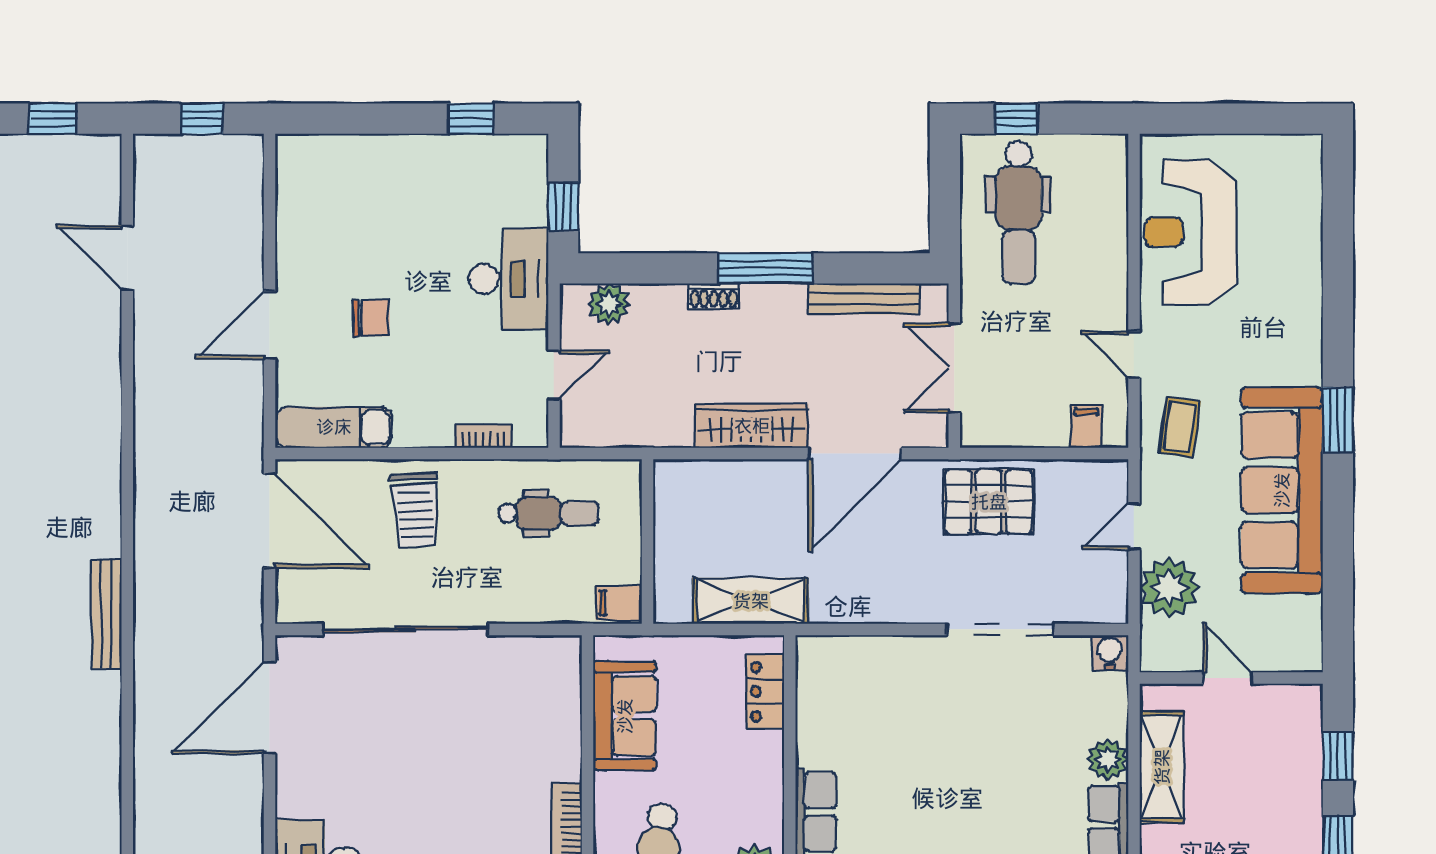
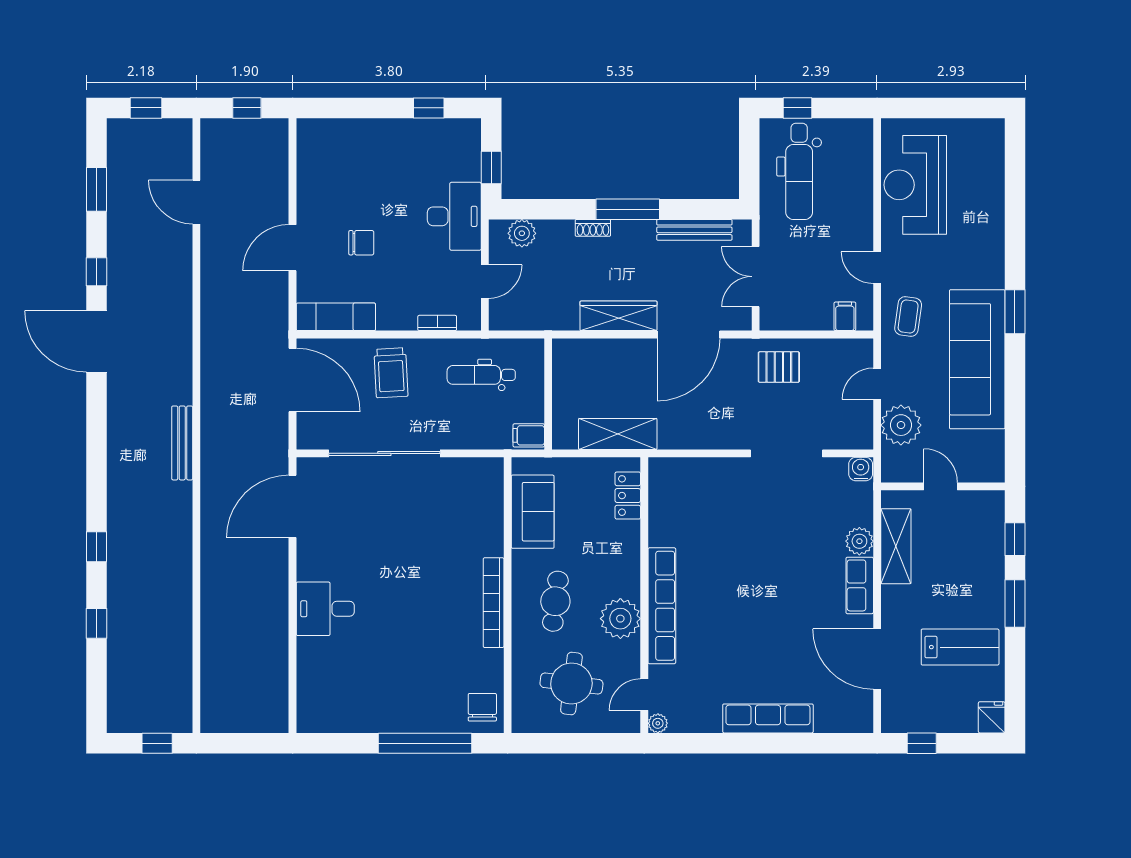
pallet: (989, 502) -> (779, 367), width x0.67, depth x0.71
dental chair: (549, 513) -> (481, 375), turned 180

